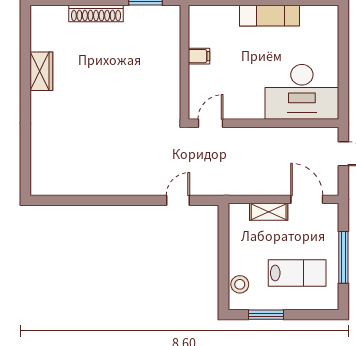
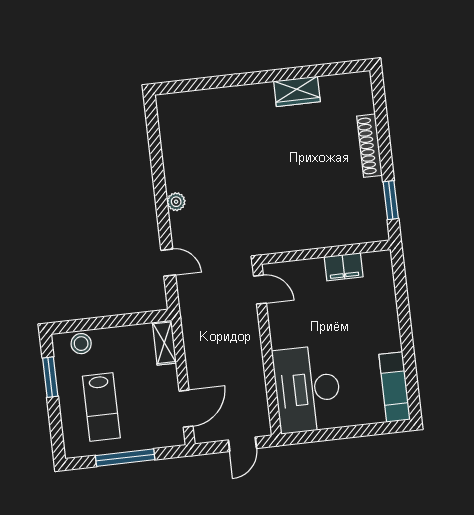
exam couch: (269, 16) -> (395, 387), moved
filing cabinet: (199, 56) -> (344, 267), width x2.00
plant: (126, 188) -> (176, 202), added
shelving: (269, 212) -> (164, 343), moved

